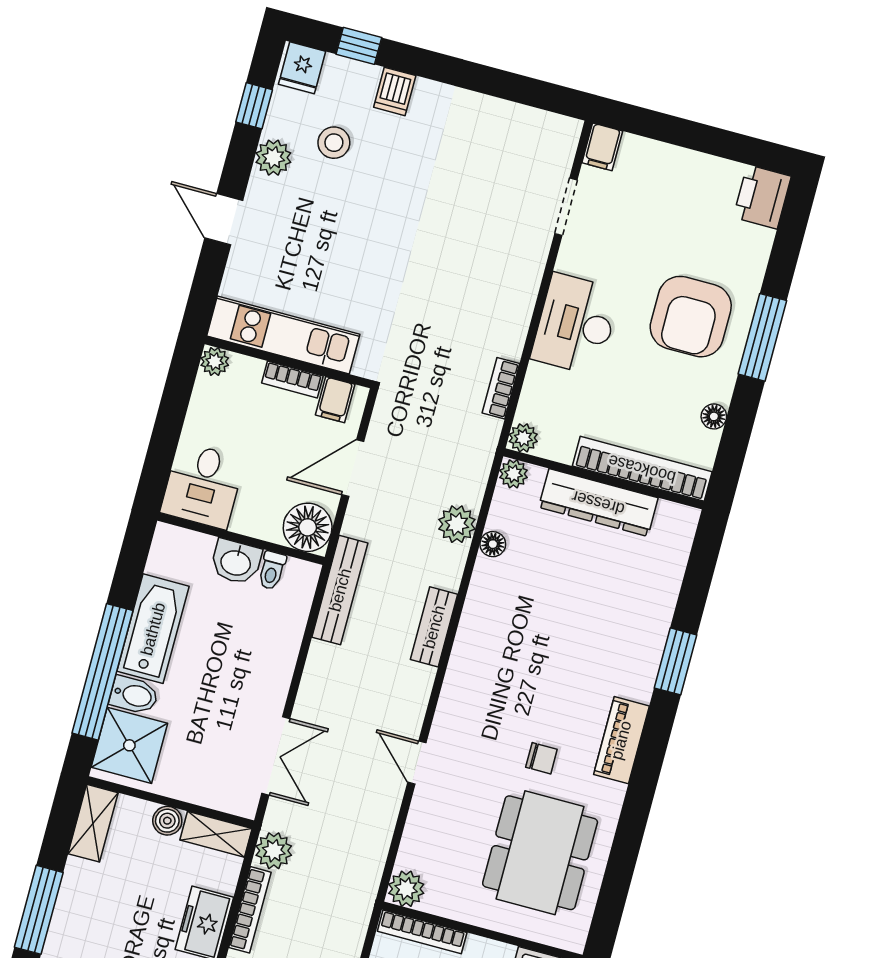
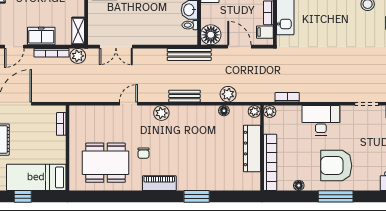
boiler: (167, 821) -> (78, 10), removed
plant: (406, 889) -> (161, 113), moved
bookcase: (422, 932) -> (61, 124), width x0.64

